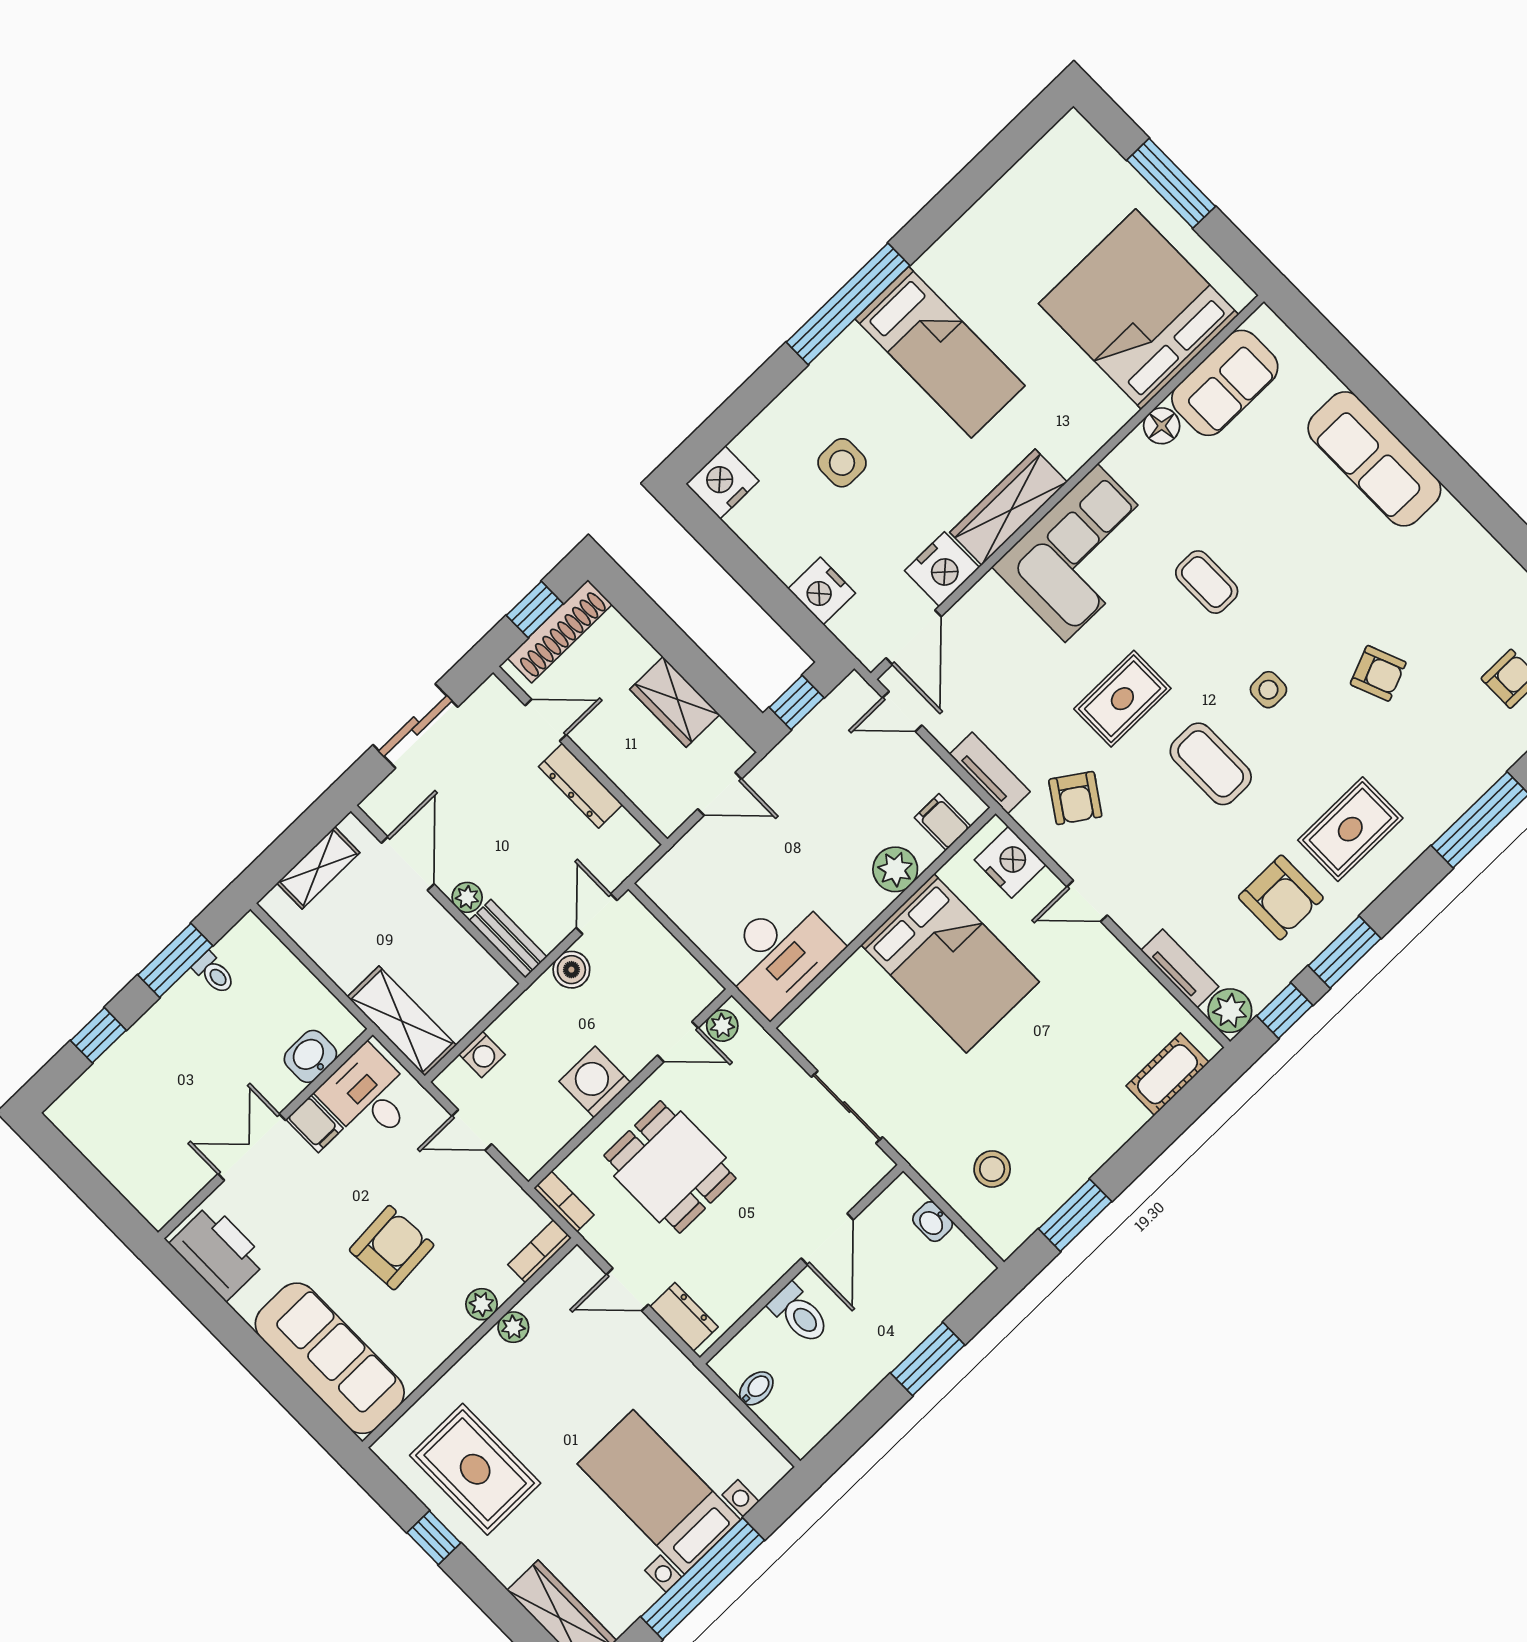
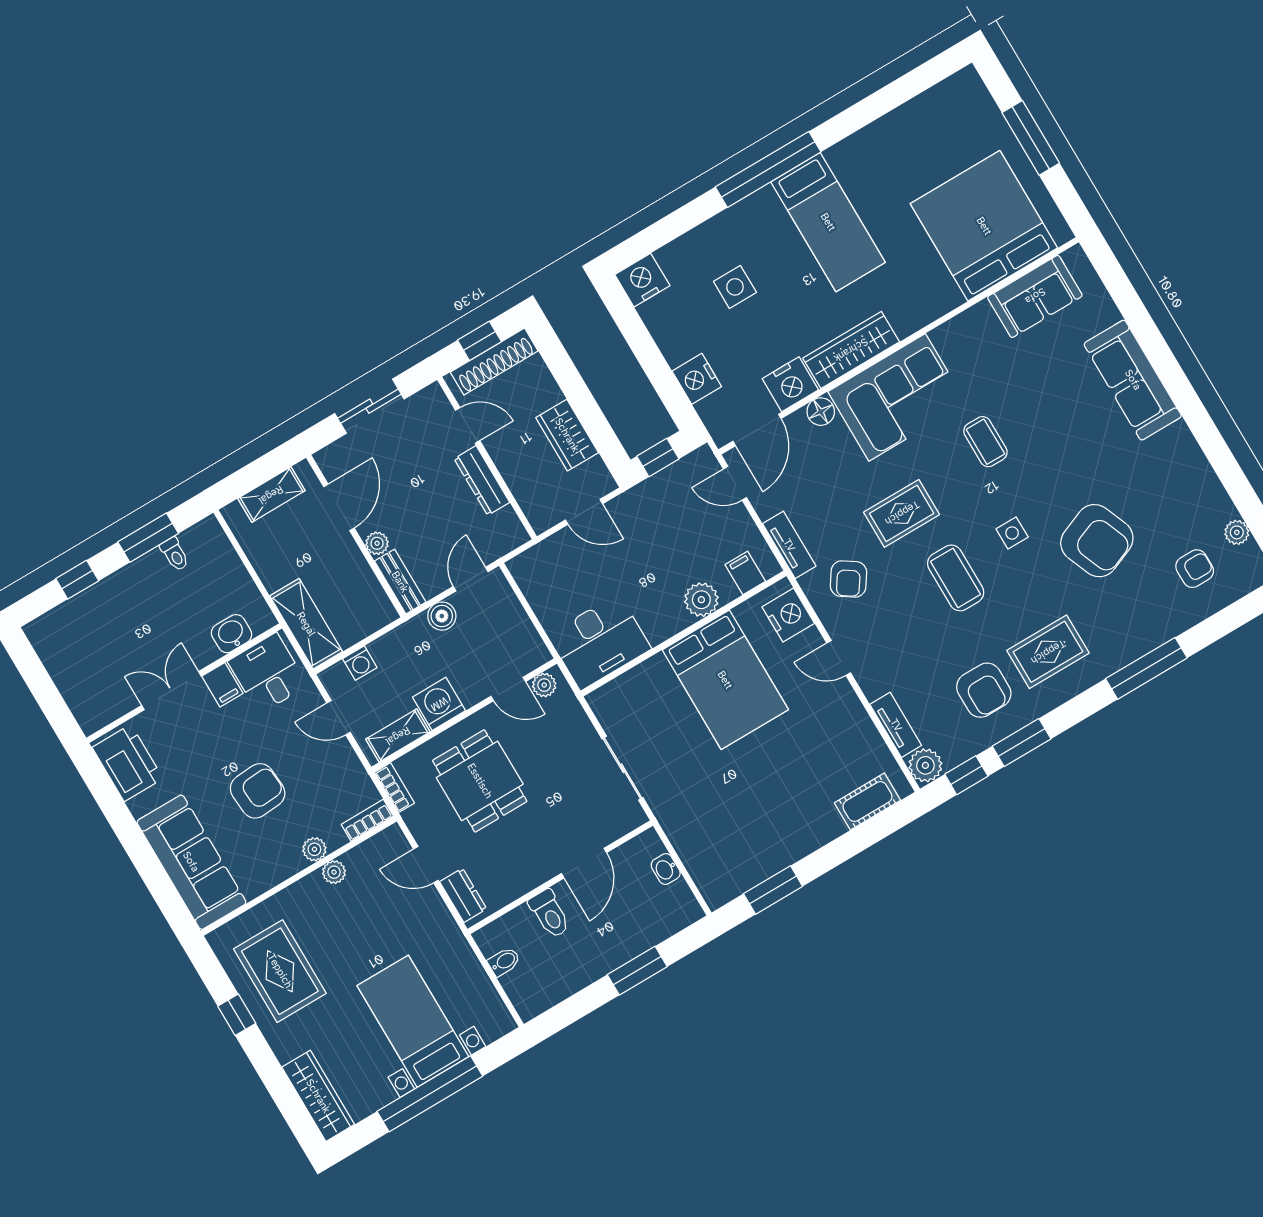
floor lamp: (1162, 426) -> (821, 412), moved
armchair: (1378, 673) -> (1097, 541), width x1.88, depth x1.88
shelving: (552, 1134) -> (398, 736), added
stool: (992, 1169) -> (720, 841), removed

